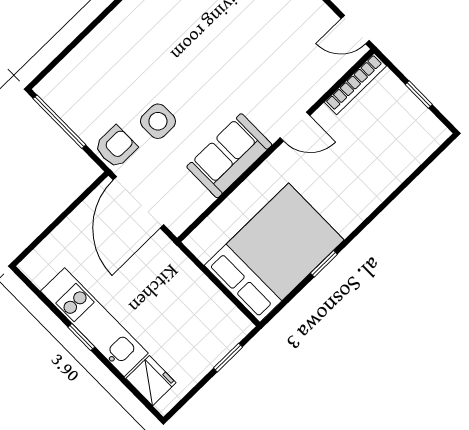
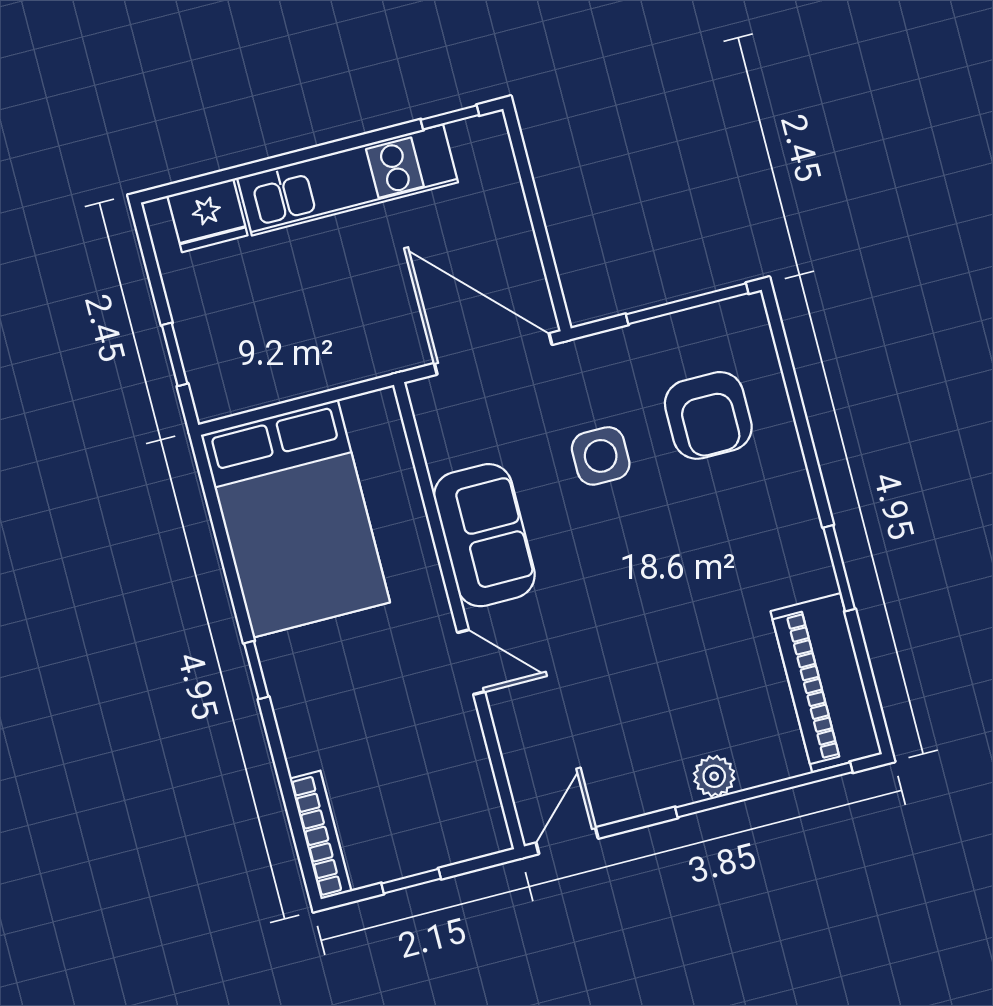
bookcase: (355, 84) -> (321, 835), moved, turned 180
door: (295, 127) -> (471, 662), swing flipped
armchair: (116, 147) -> (708, 415), moved, width x1.38, depth x1.38
window: (324, 264) -> (256, 670), moved
window: (81, 337) -> (450, 117), moved

